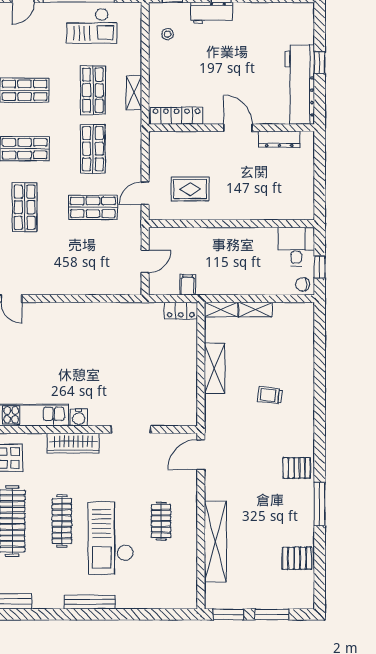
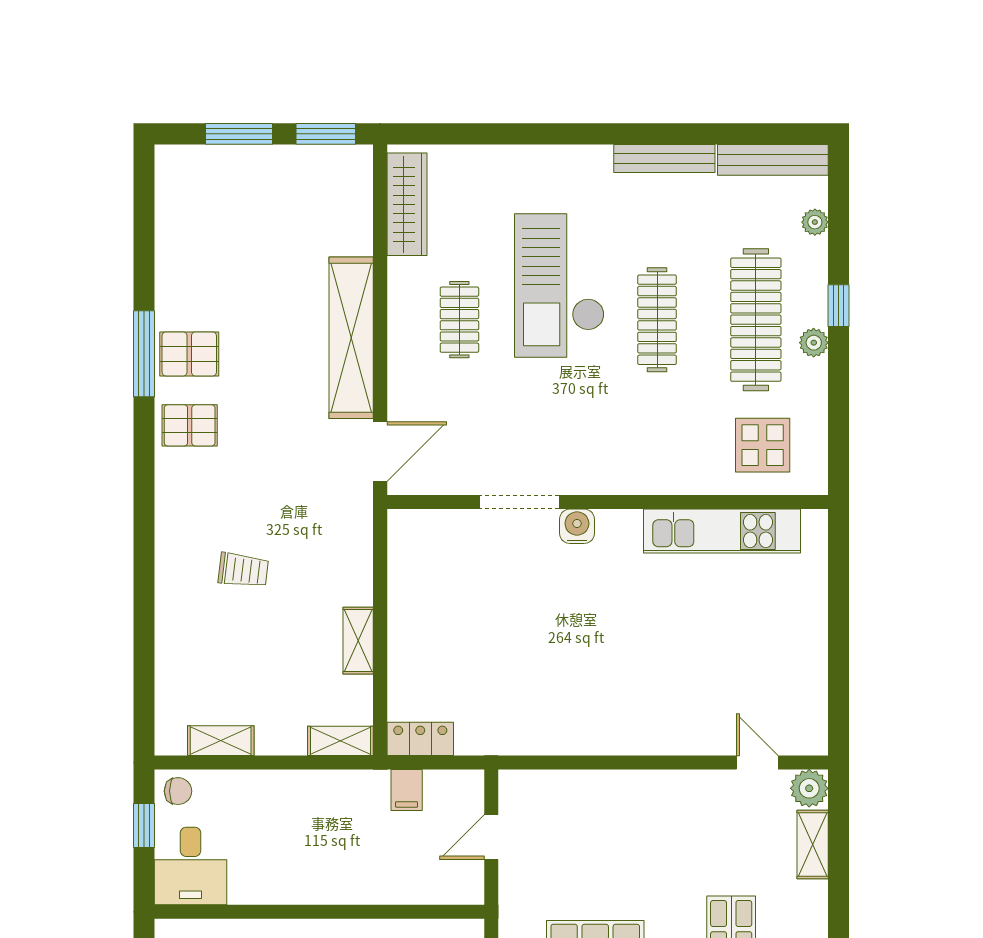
shelving: (255, 310) -> (221, 741), moved
shelving: (215, 368) -> (358, 641), width x0.67, depth x0.75
water cooler: (79, 417) -> (577, 526), moved
wardrobe: (73, 443) -> (407, 204), moved, turned 90
checkout: (111, 538) -> (560, 286), turned 180
shelving: (215, 542) -> (351, 338), moved
pallet: (297, 558) -> (189, 354), moved
bench: (90, 602) -> (664, 158), moved

